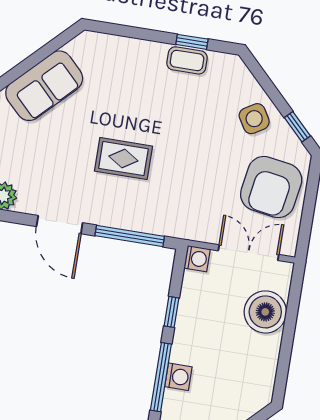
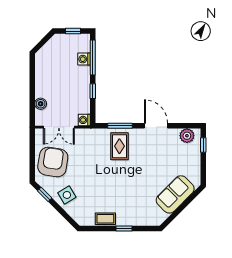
window: (192, 42) -> (124, 229), moved
rug: (123, 159) -> (119, 146), moved, turned 90
window: (130, 236) -> (120, 126), width x0.69
boiler: (265, 312) -> (41, 104), width x0.54, depth x0.54

